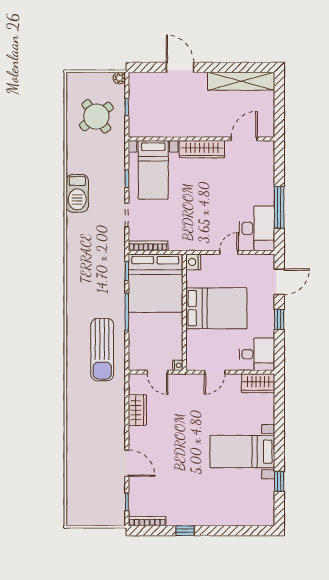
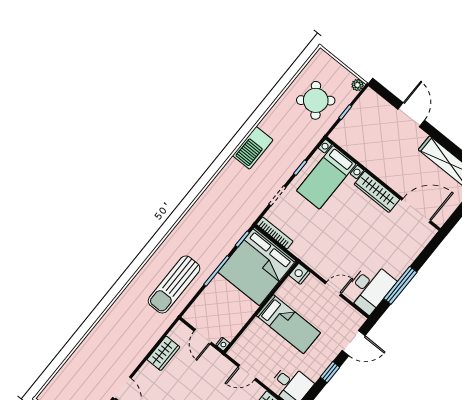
door: (244, 139) -> (416, 210), width x1.36
bed: (216, 308) -> (288, 324), width x0.67

